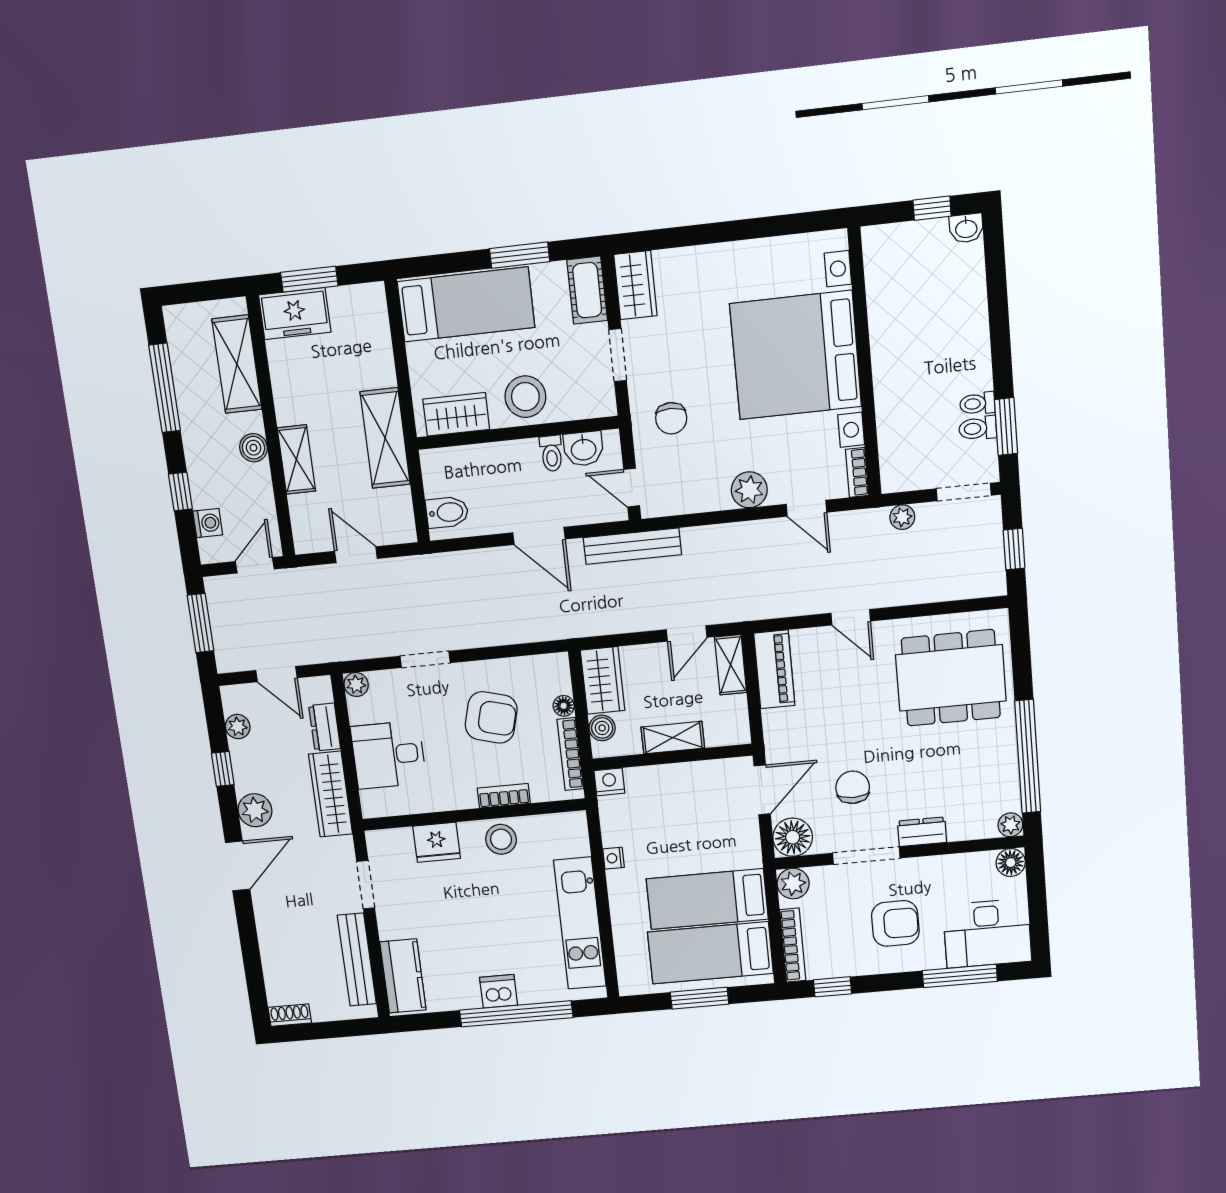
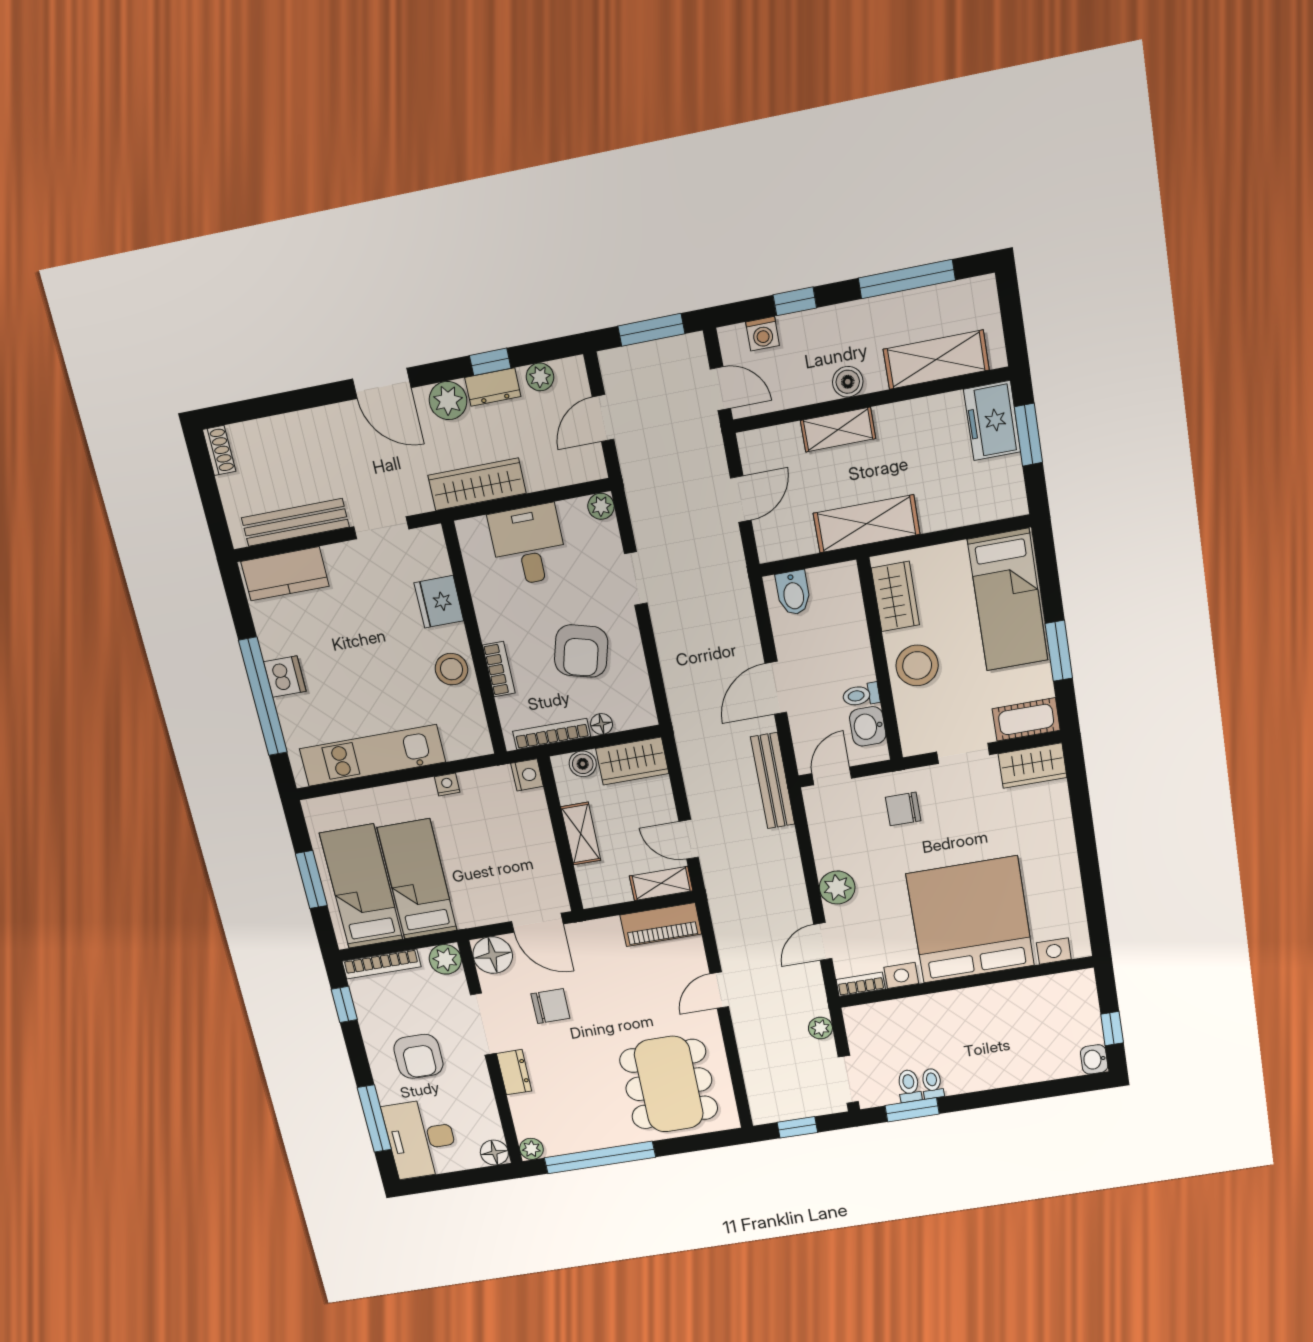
dresser: (325, 727) -> (493, 387), moved, turned 180

